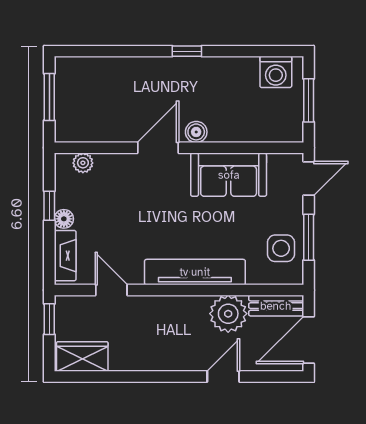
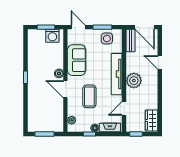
washing machine: (276, 72) -> (52, 36), moved, turned 90
coffee table: (141, 206) -> (89, 96), added
plant: (228, 314) -> (134, 81), moved

